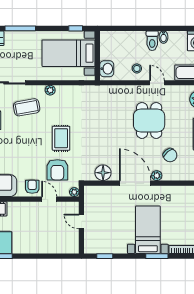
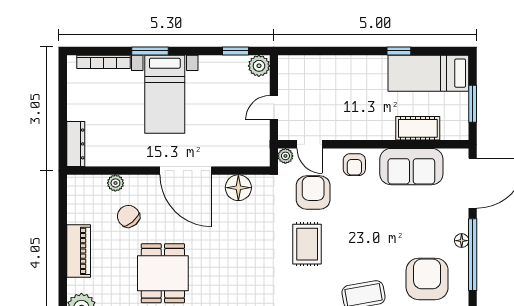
plant: (157, 176) -> (115, 183), moved
door: (49, 199) -> (310, 144), moved
door: (81, 222) -> (274, 108), swing flipped
plant: (90, 247) -> (259, 66), added

